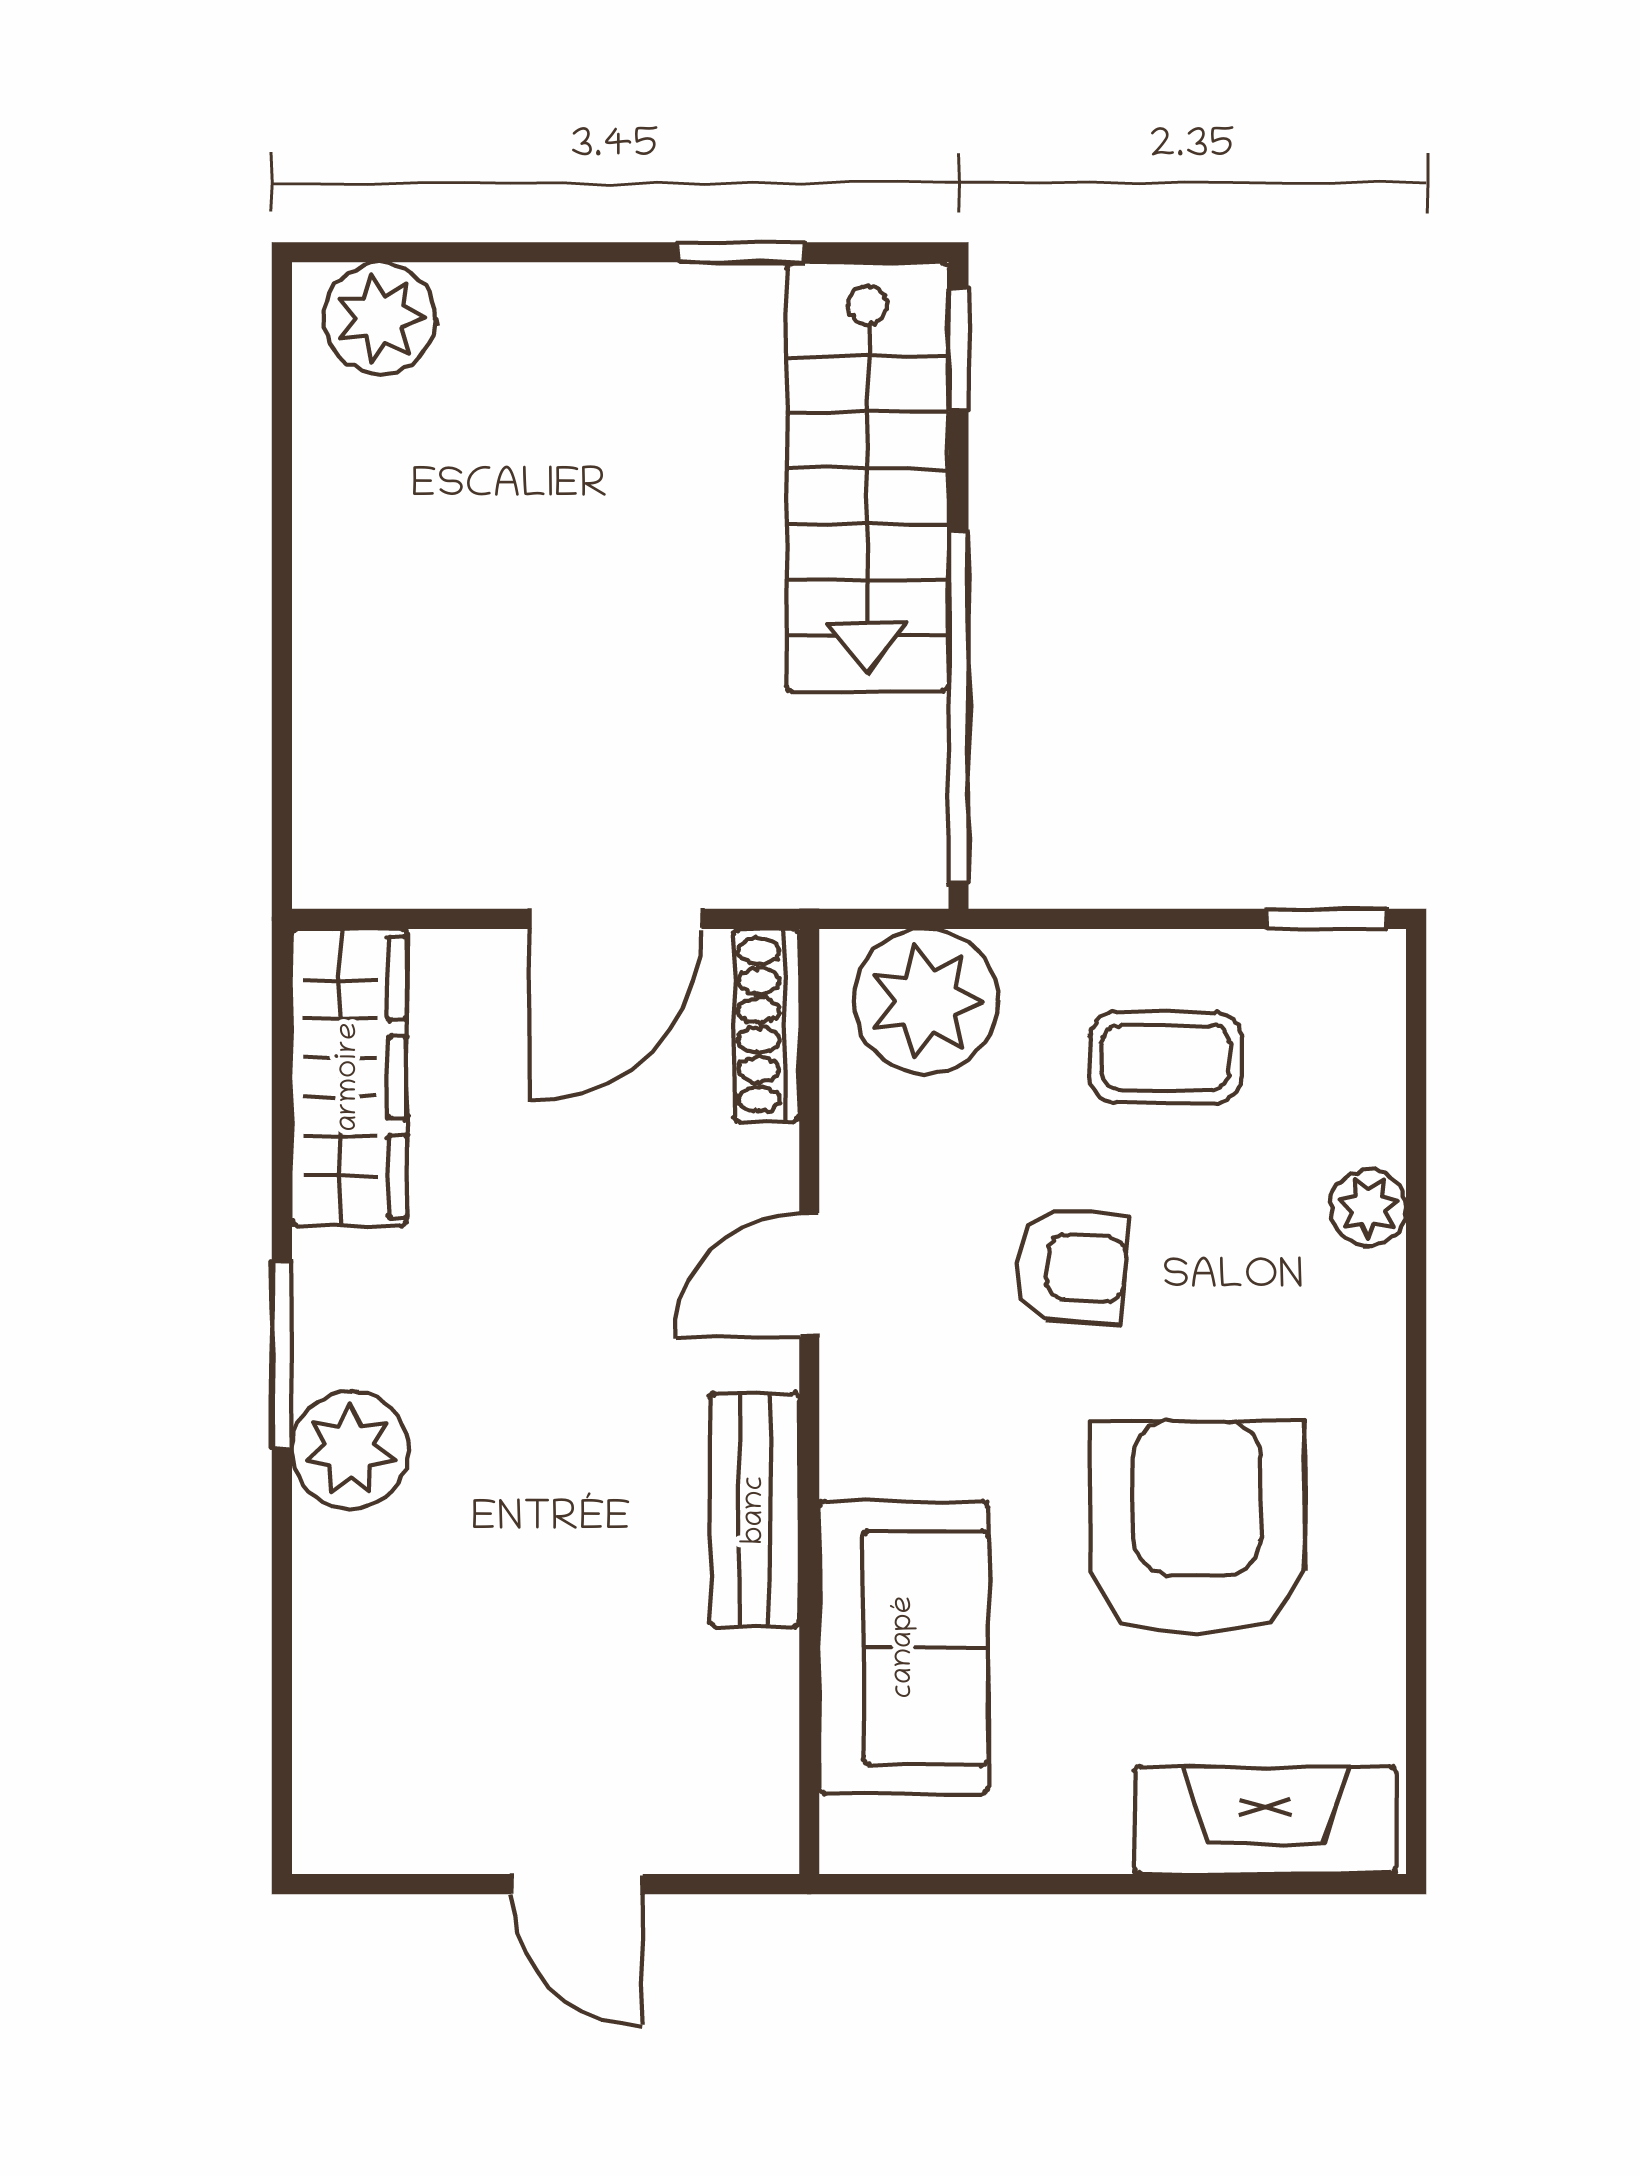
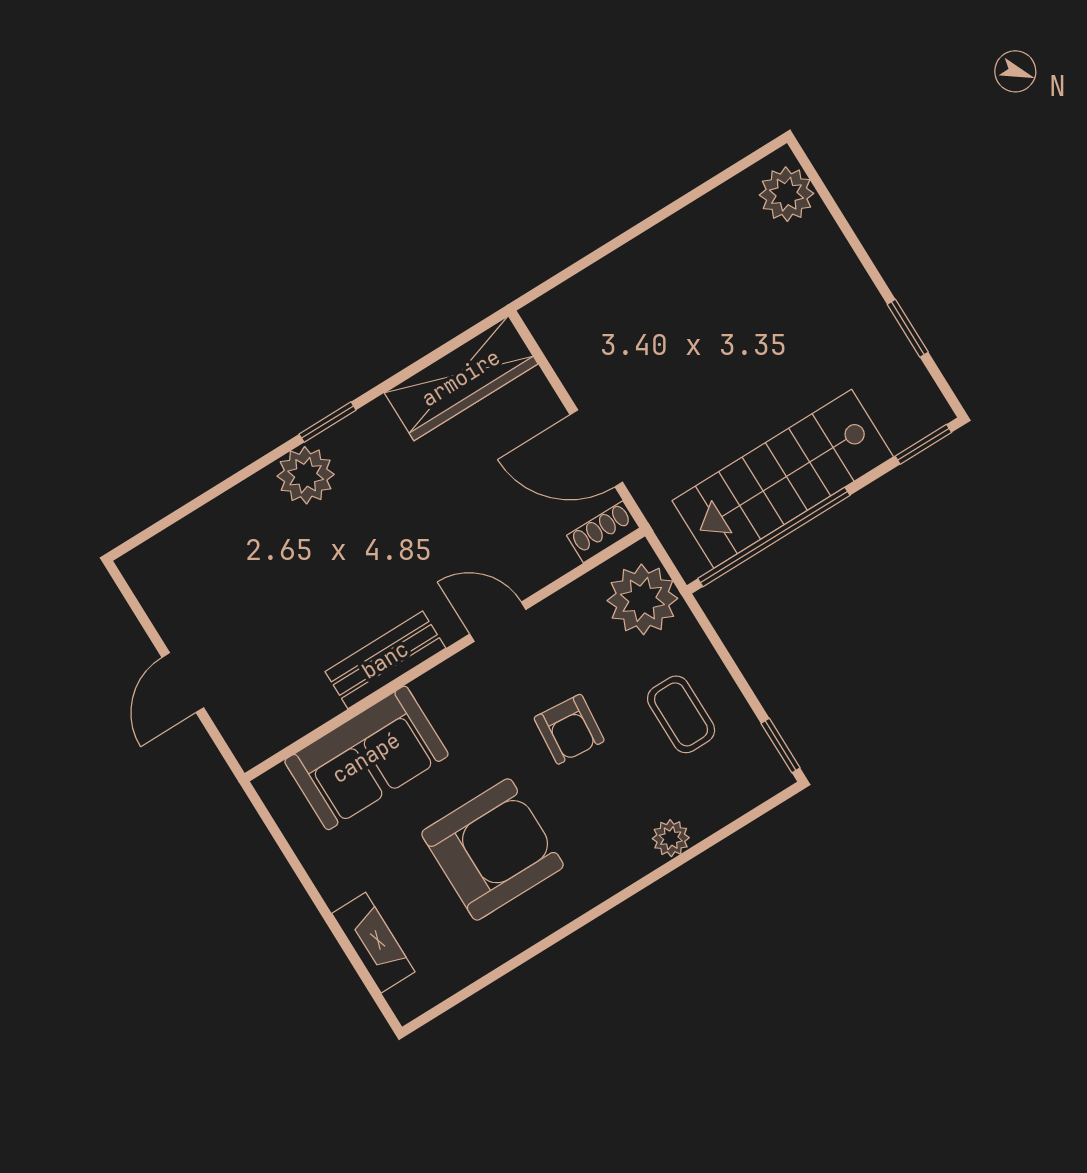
stairs: (867, 477) -> (783, 479), moved
shoe rack: (766, 1025) -> (603, 532), width x0.70
window: (282, 1355) -> (328, 422), width x0.67
fireplace: (1266, 1820) -> (373, 943), width x0.73, depth x0.76

